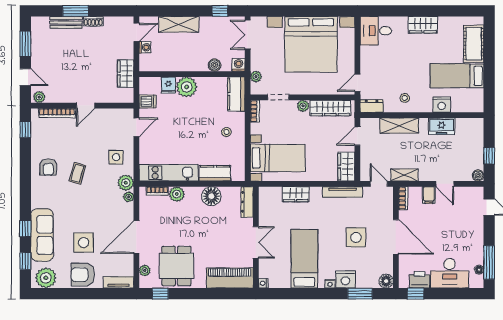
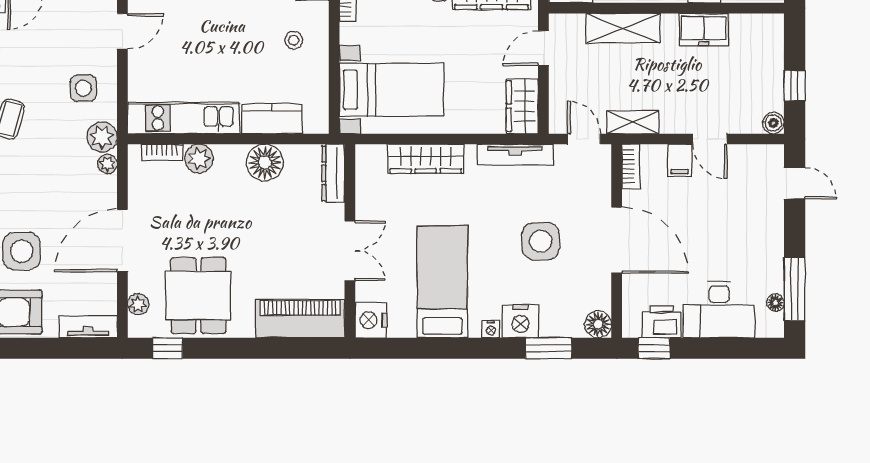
wardrobe: (296, 194) -> (426, 159), width x1.50
nightstand: (263, 283) -> (371, 320), width x1.89, depth x1.79

